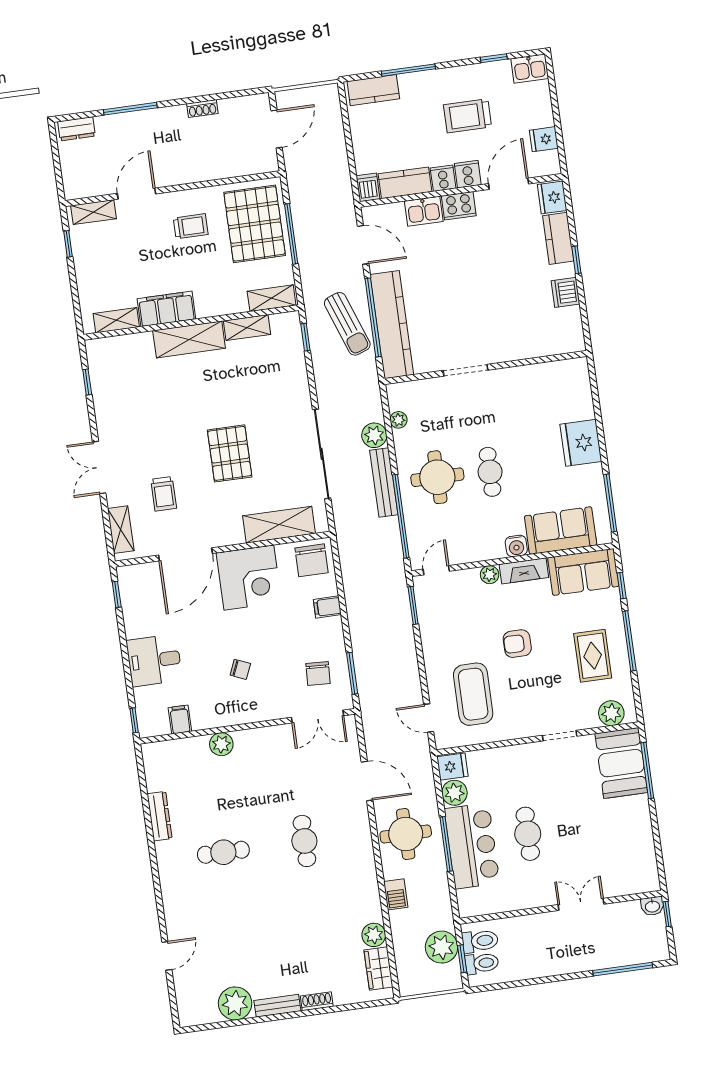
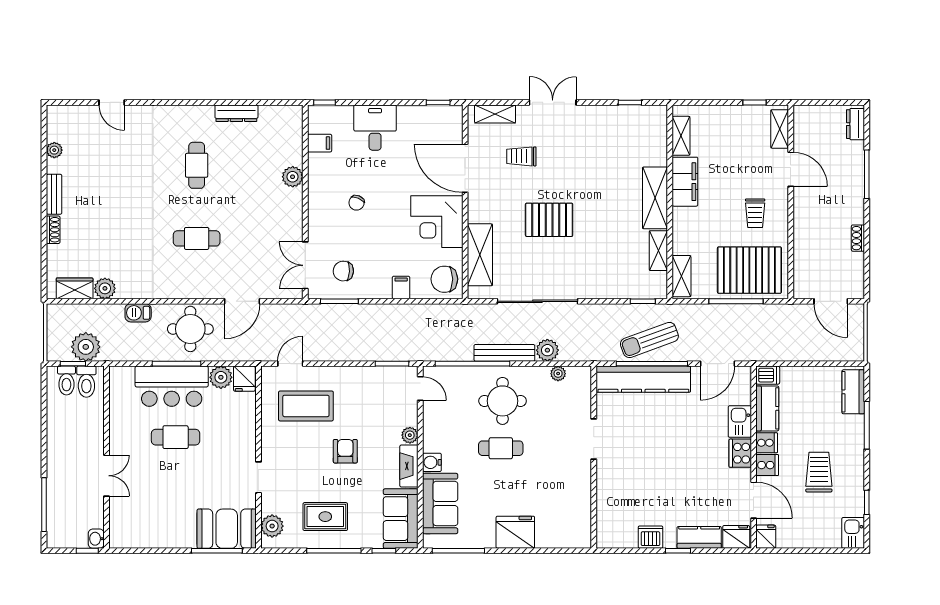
fridge: (544, 139) -> (766, 537), moved
plant: (235, 1003) -> (54, 150), width x0.53, depth x0.53

